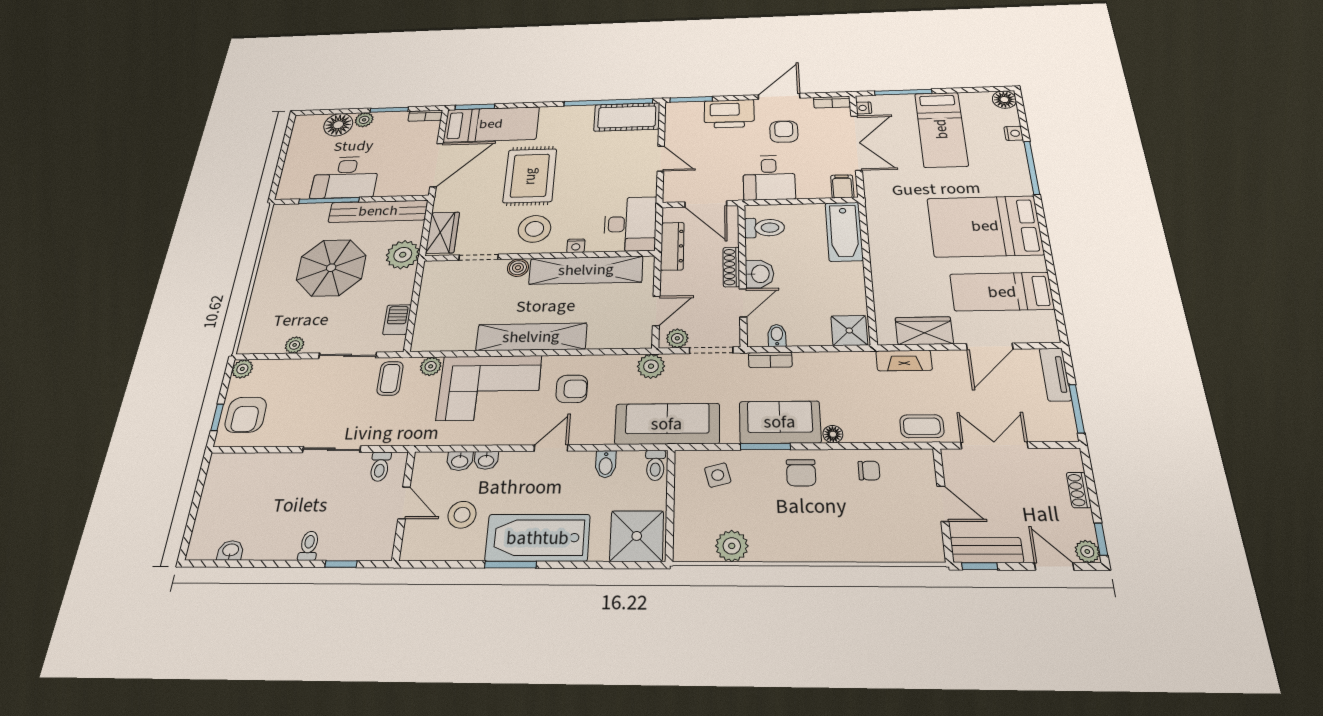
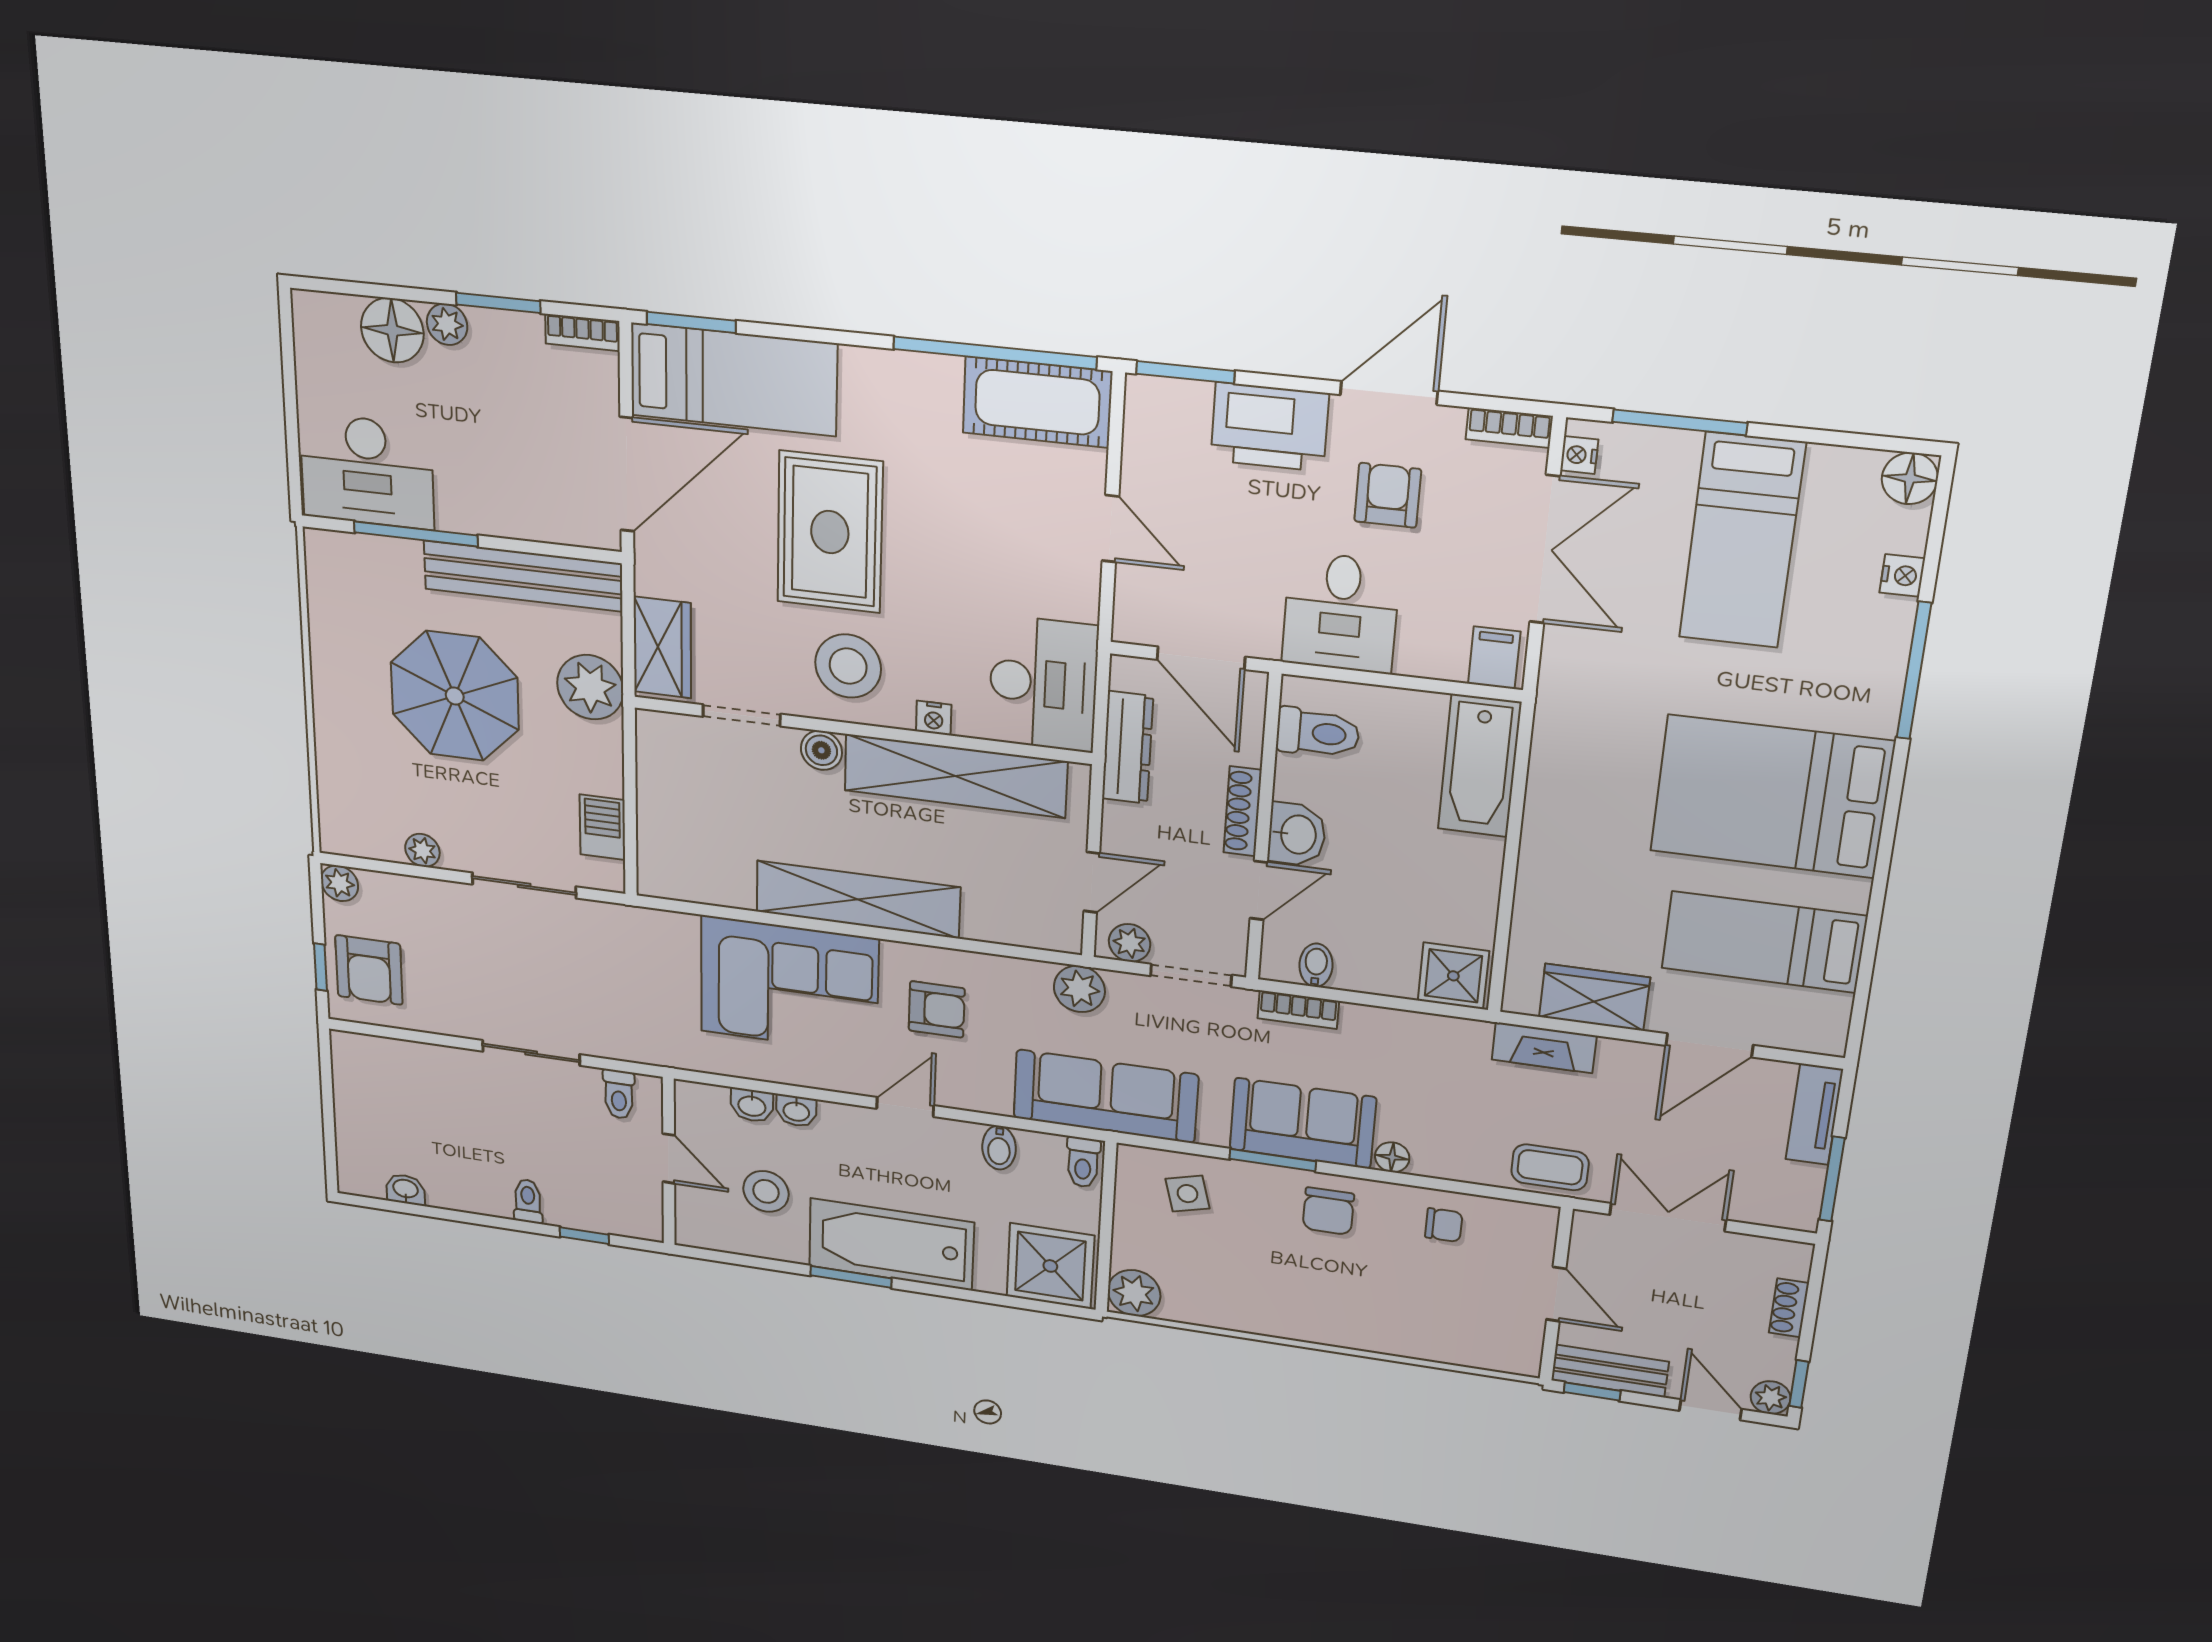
desk: (345, 177) -> (367, 471), moved
plant: (431, 366) -> (679, 929), removed
coffee table: (390, 378) -> (609, 941), removed
plant: (732, 546) -> (1134, 1293), moved

